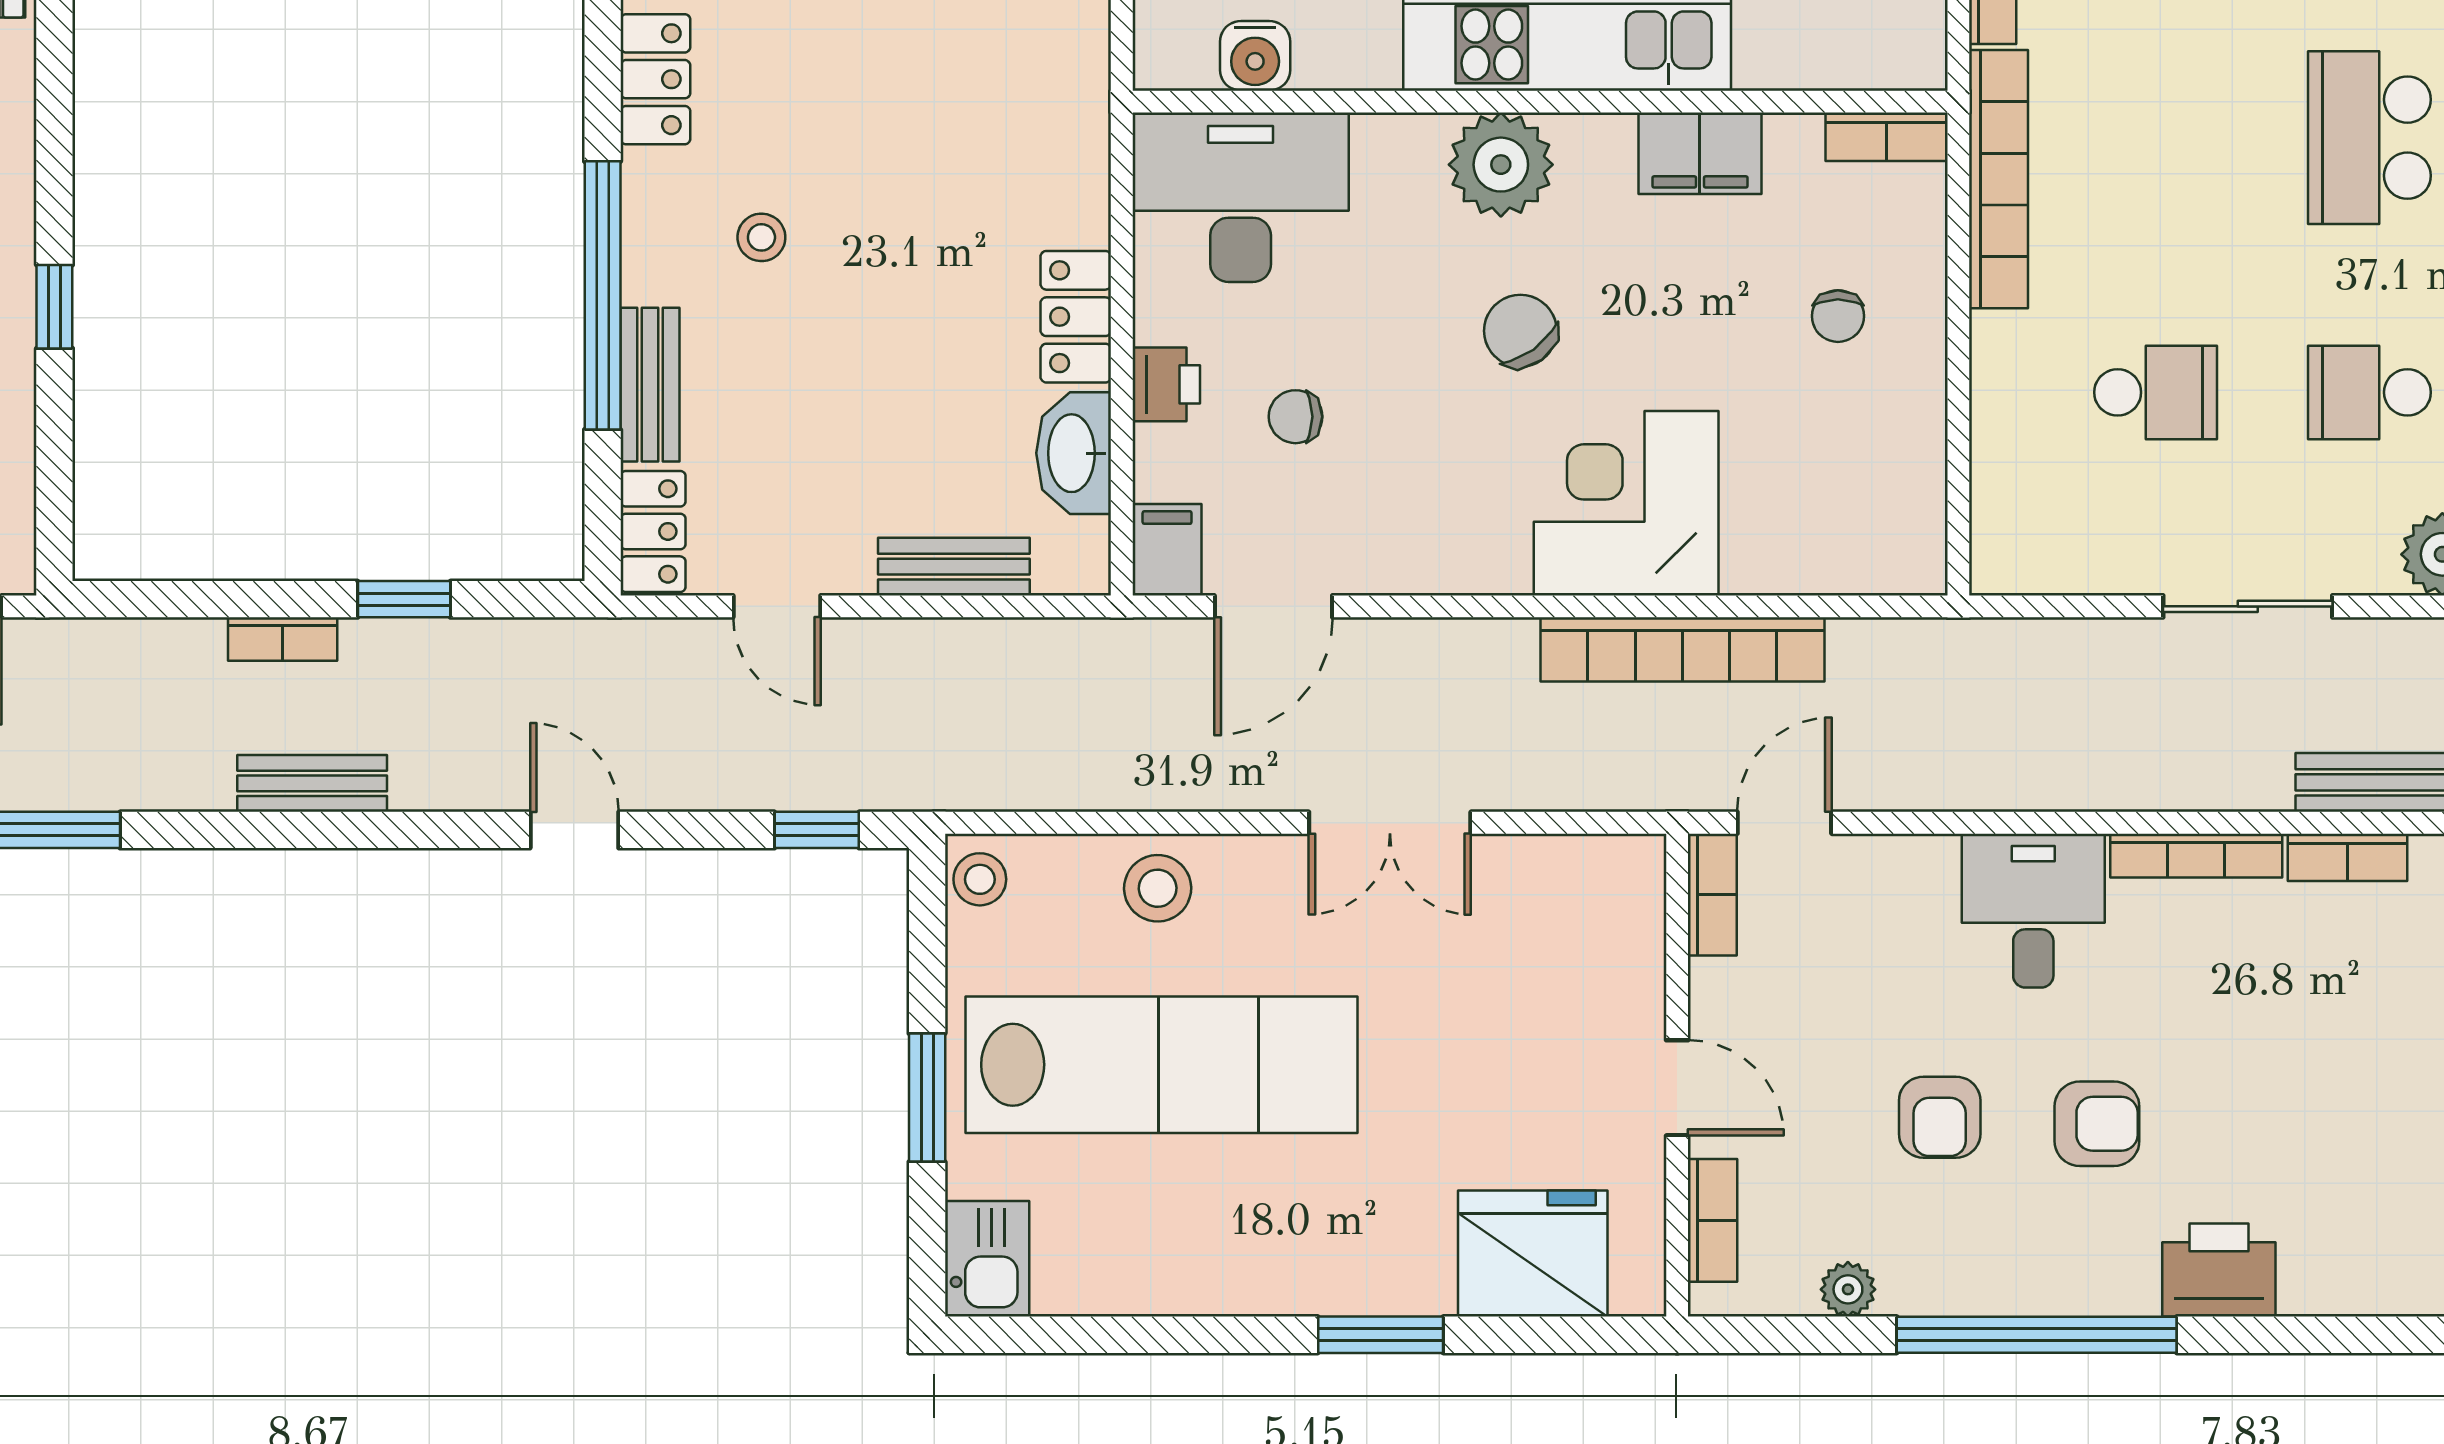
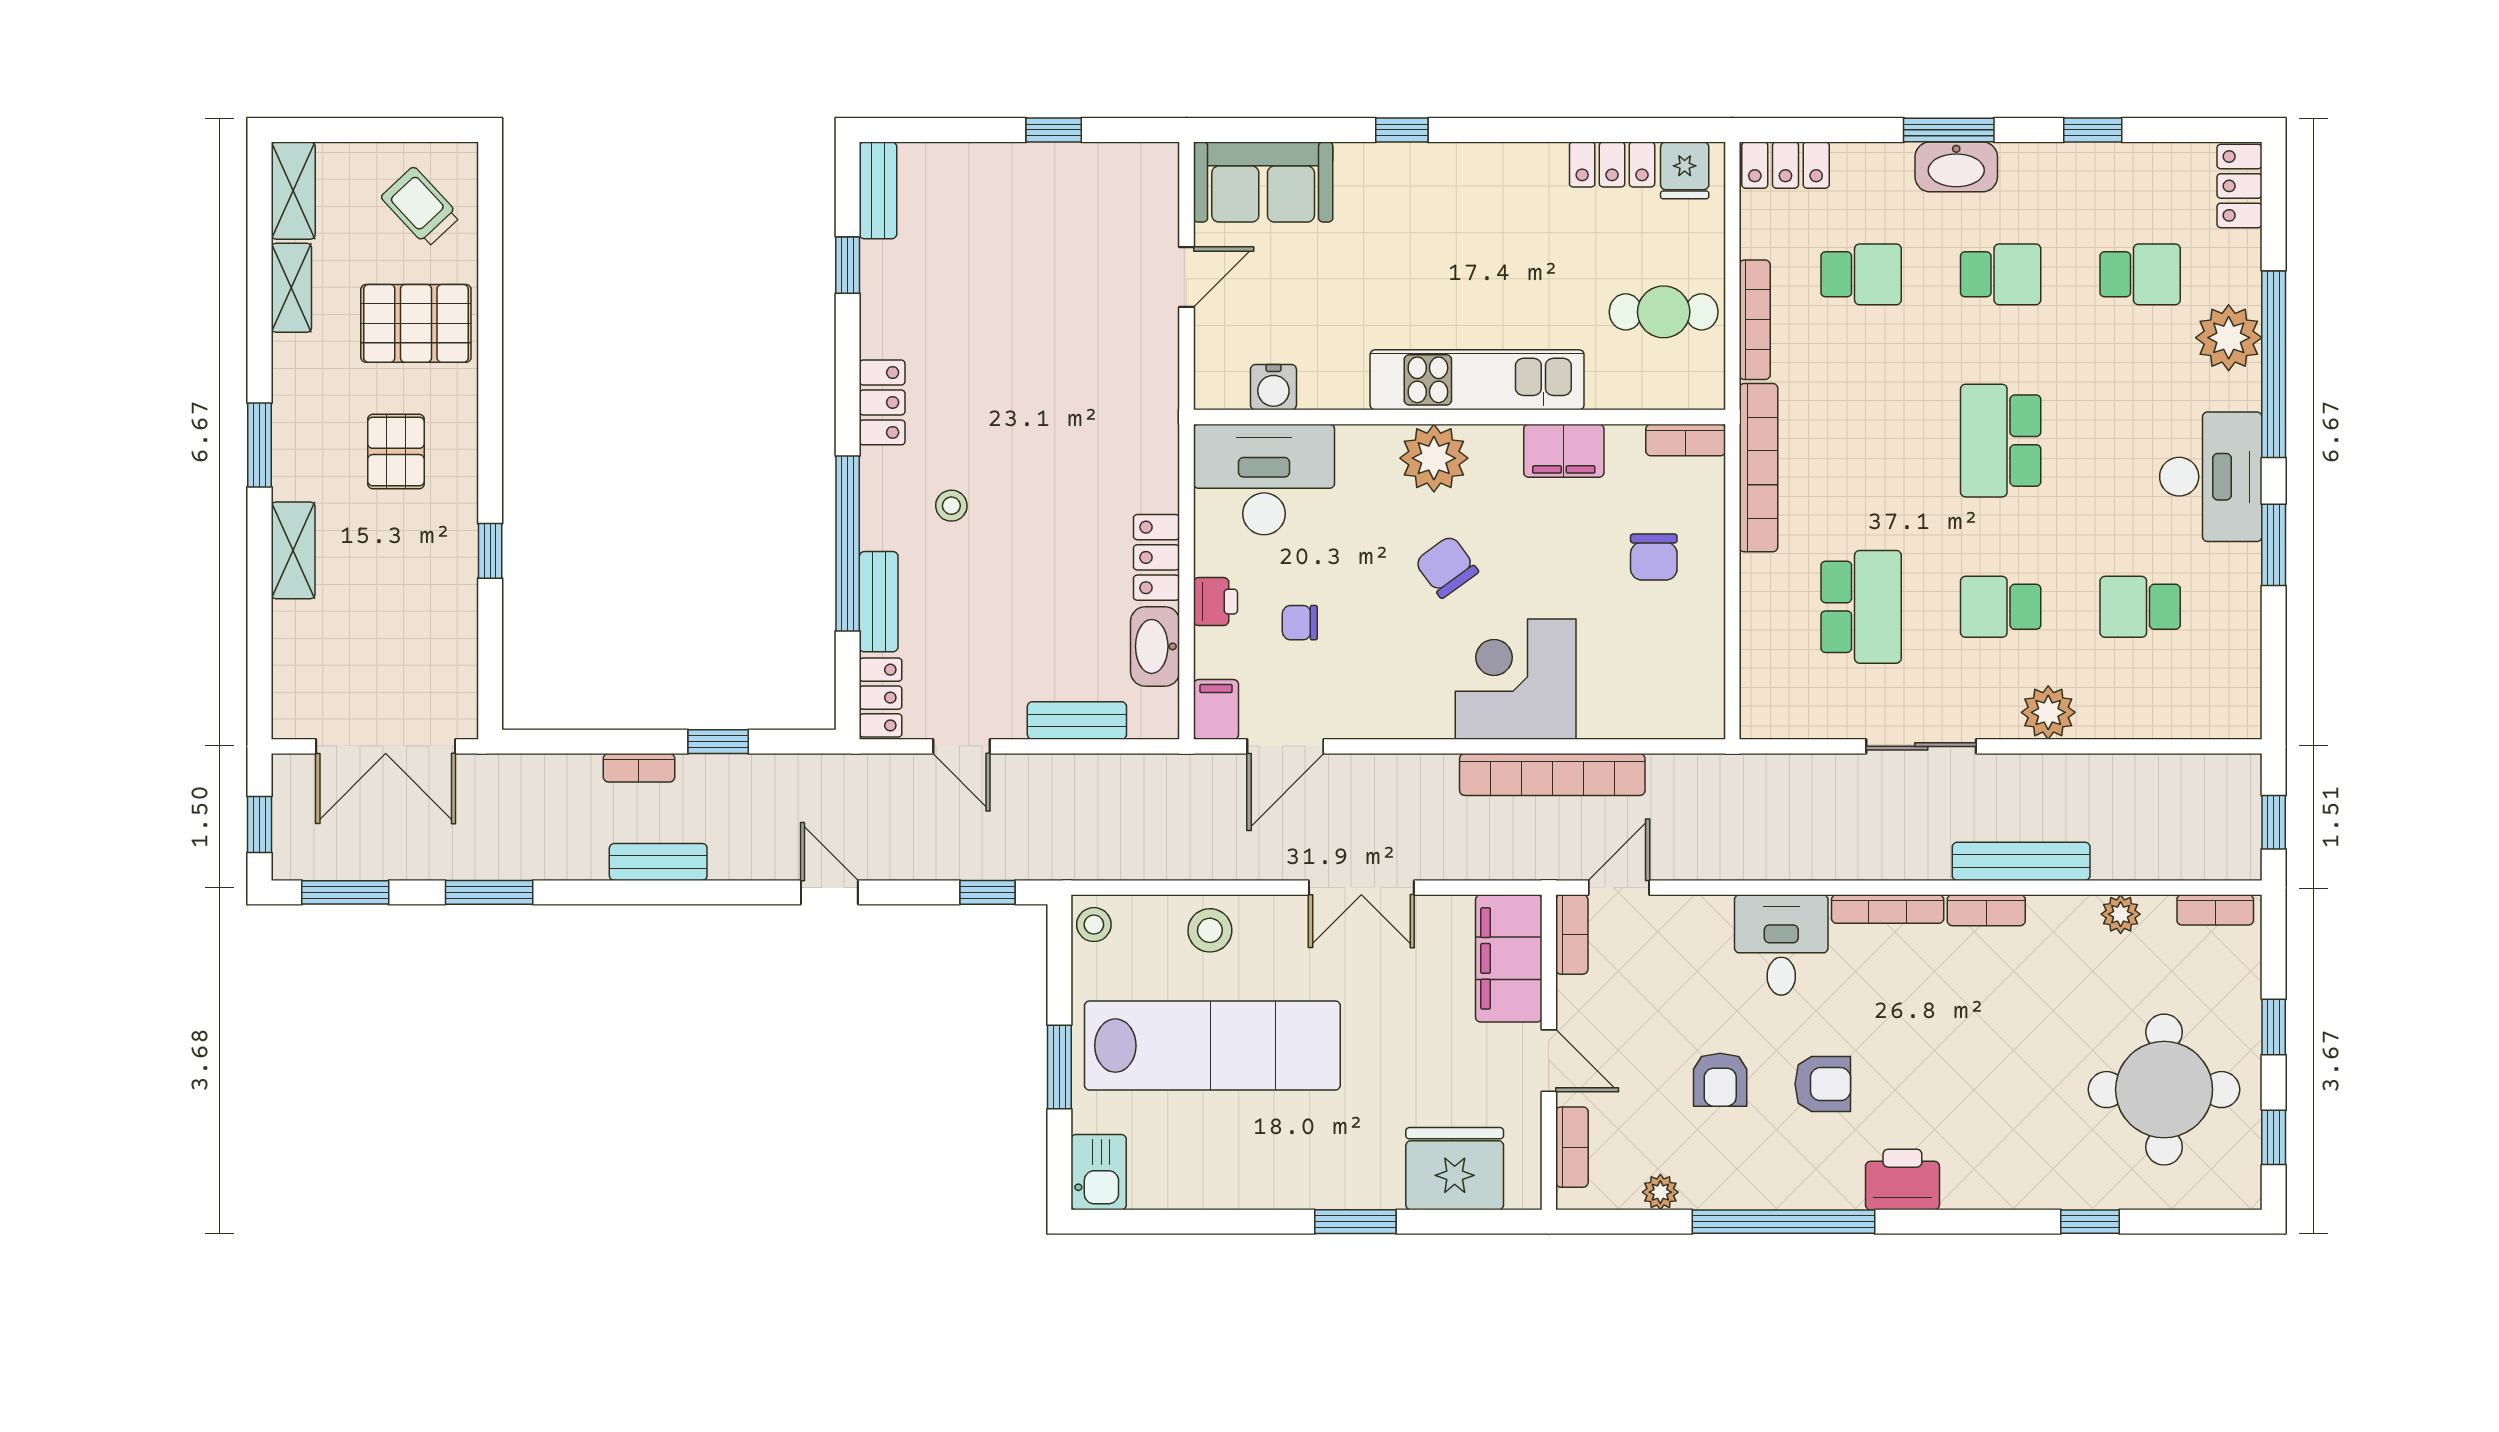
chair: (1838, 316) -> (1654, 557), width x1.37, depth x1.37
school desk: (2156, 392) -> (1861, 607), width x1.85
filing cabinet: (1616, 931) -> (1509, 958), added

